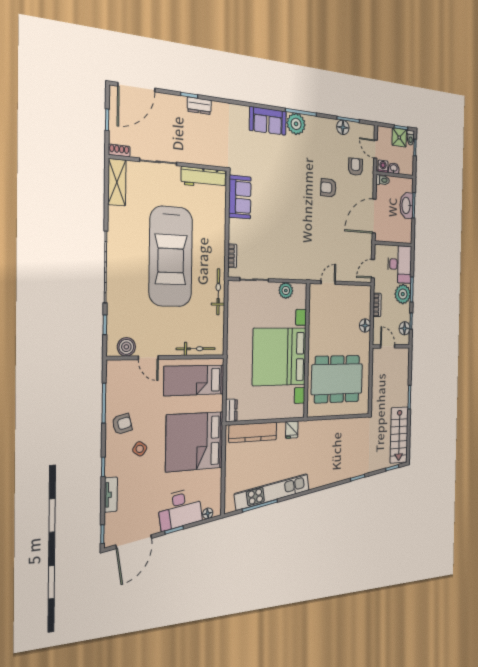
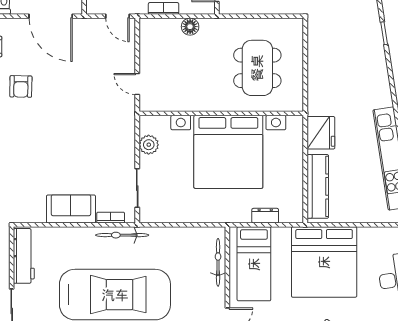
sofa: (240, 197) -> (71, 209), moved
bicycle: (218, 292) -> (122, 235), moved
dining table: (337, 379) -> (257, 68), width x0.73, depth x0.80
dresser: (231, 410) -> (265, 216), moved
fridge: (292, 430) -> (321, 133), width x1.88, depth x1.34

